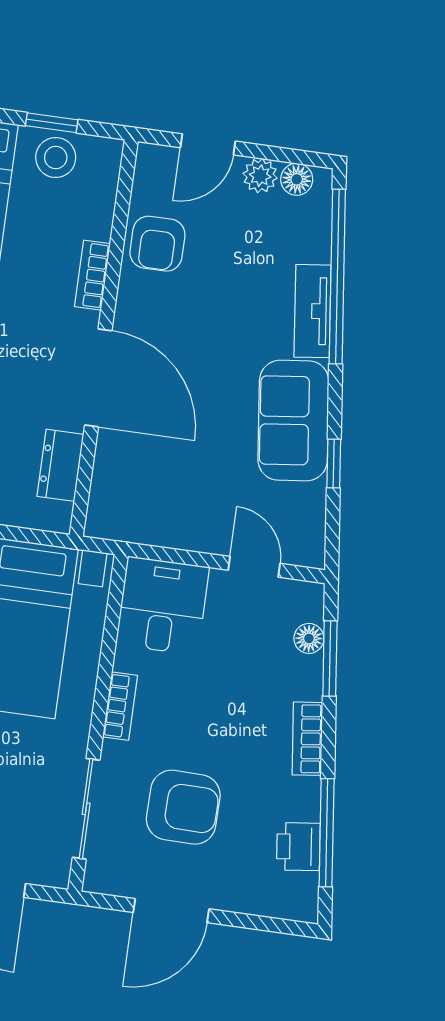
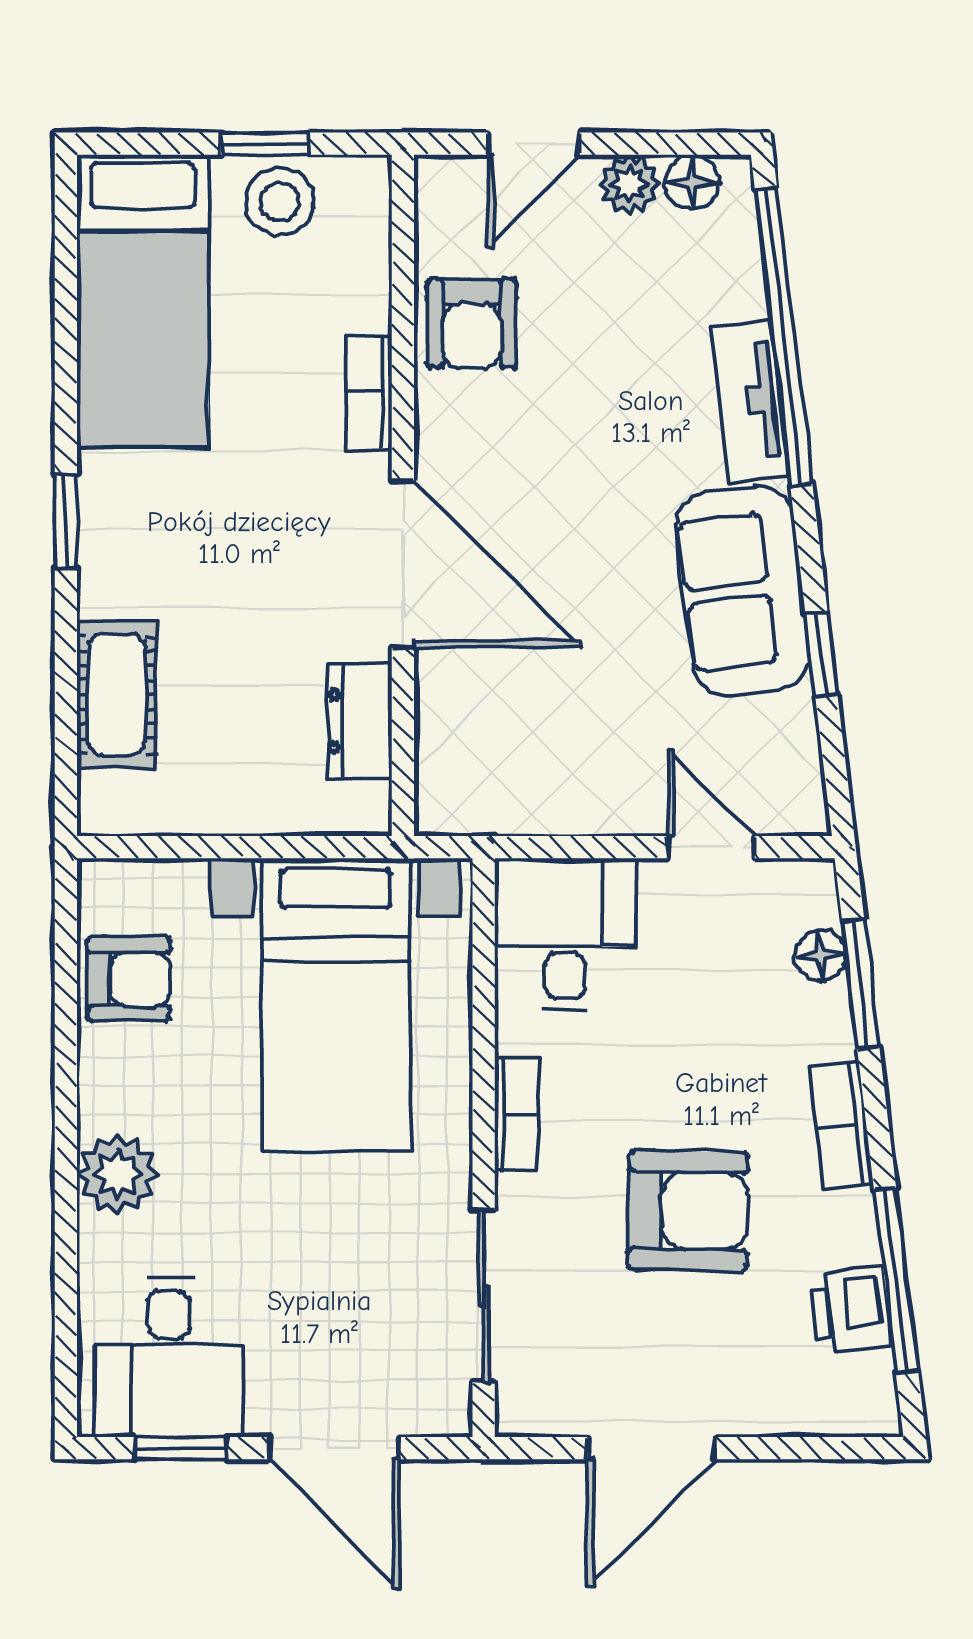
armchair: (183, 807) -> (688, 1211), moved

